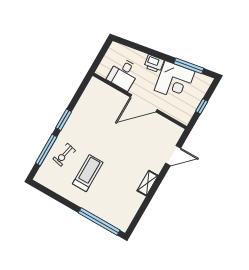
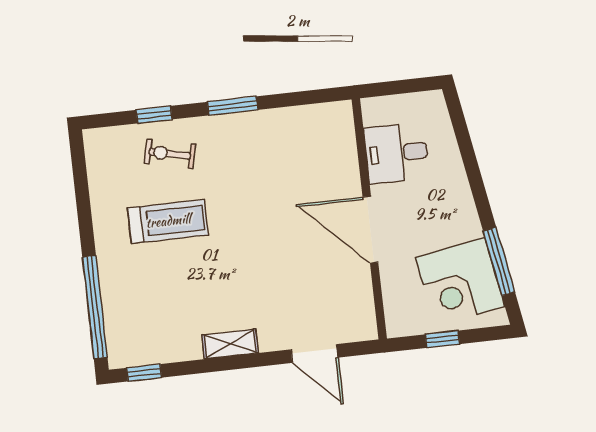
printer: (154, 64) -> (456, 195), removed
corner desk: (175, 81) -> (460, 282), moved
window: (46, 150) -> (154, 115), width x0.46
window: (135, 221) -> (144, 373), added

